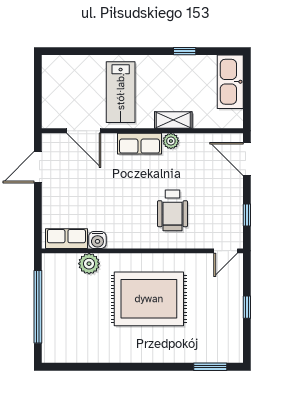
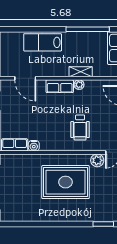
window: (185, 51) -> (88, 29), width x3.17
lab bench: (121, 92) -> (43, 42), moved, turned 90
plant: (89, 264) -> (97, 160), moved

